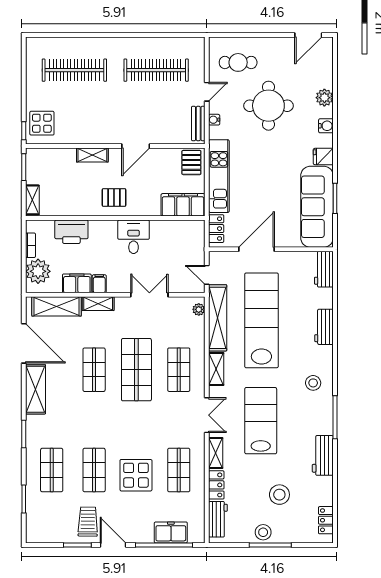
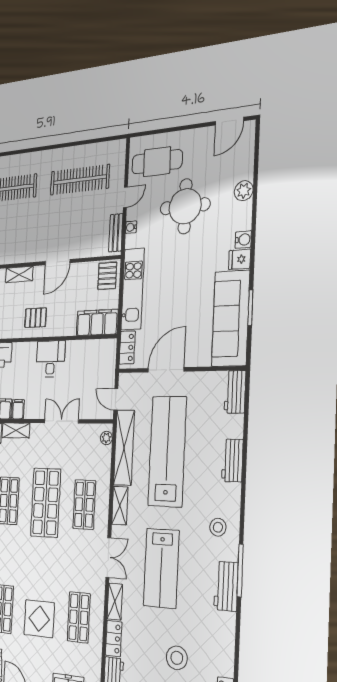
cafe table: (238, 62) -> (157, 162), width x1.37, depth x1.35
water cooler: (326, 126) -> (243, 240), moved
lab bench: (261, 421) -> (161, 568), turned 180
workbench: (323, 455) -> (226, 586), moved

